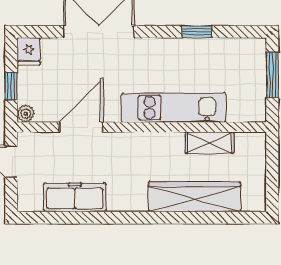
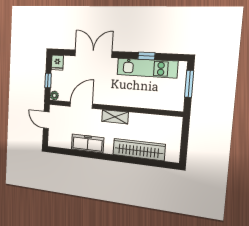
kitchen unit: (174, 108) -> (147, 68), moved, turned 180
shelving: (209, 143) -> (115, 117), moved
freezer: (75, 197) -> (88, 143), moved

